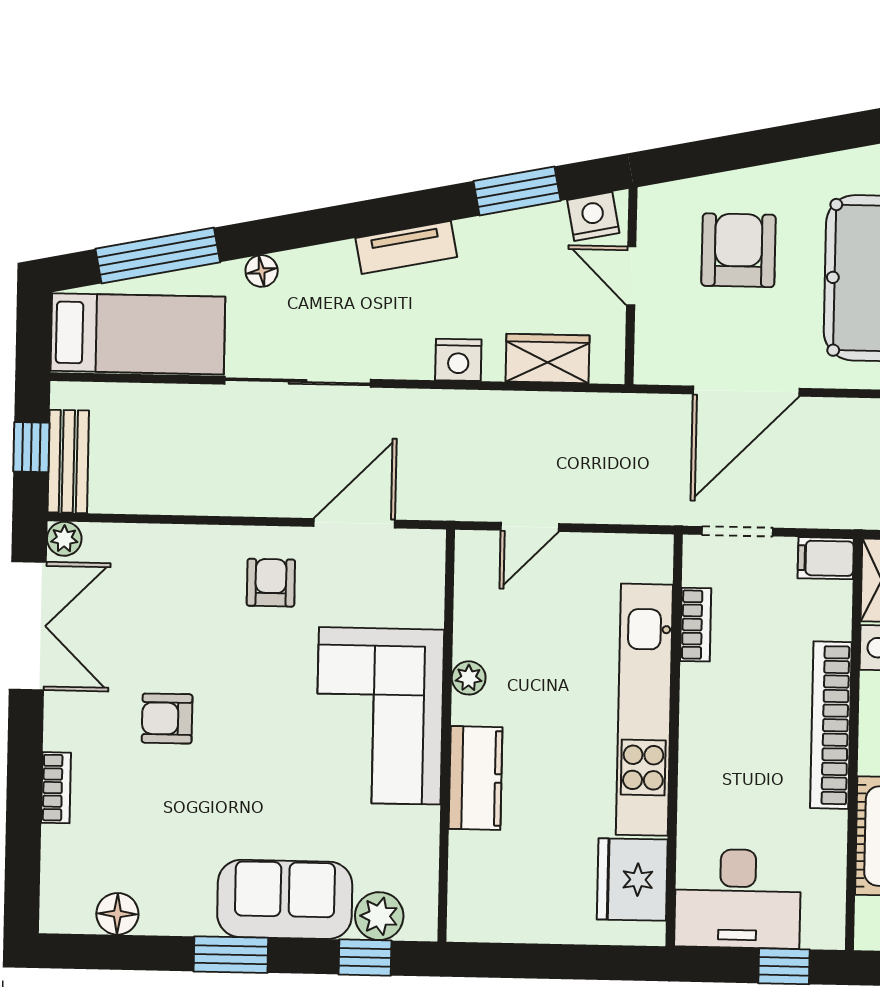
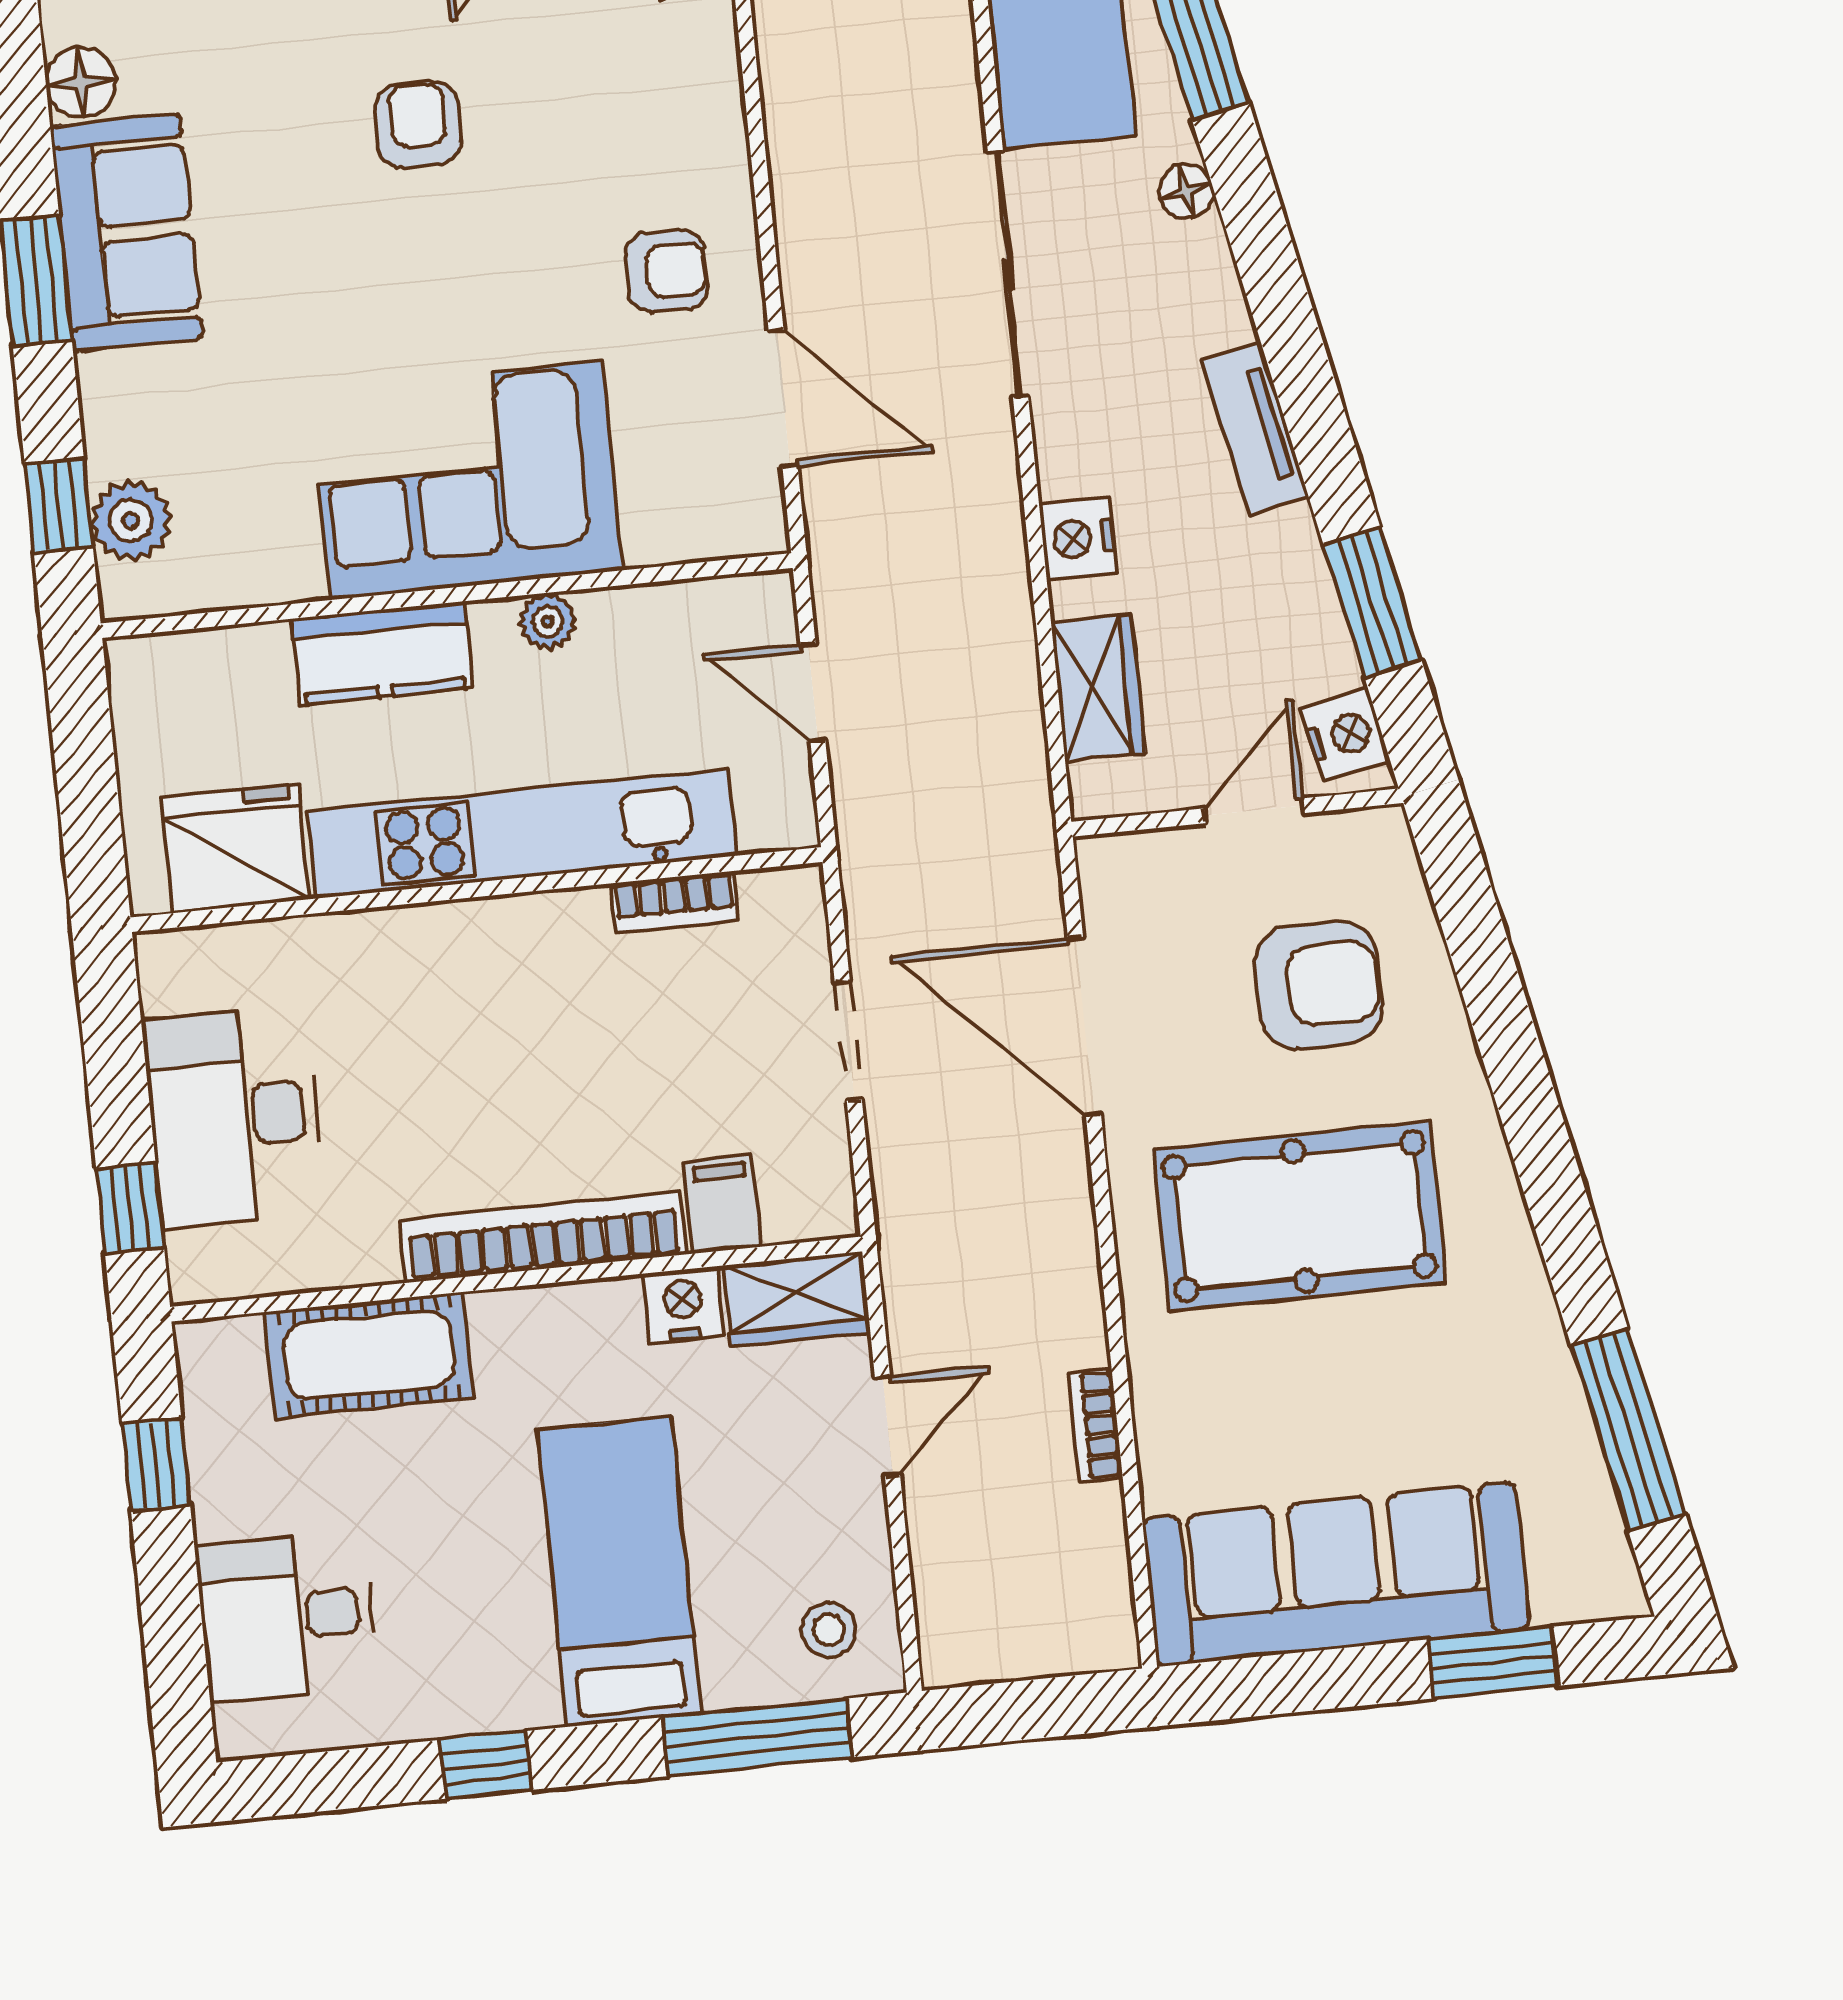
filing cabinet: (826, 558) -> (722, 1204), moved
bookcase: (696, 625) -> (675, 902), moved
kitchen unit: (644, 710) -> (522, 834), moved
wall: (674, 740) -> (477, 890), moved
fridge: (632, 880) -> (235, 848), moved
sofa: (285, 899) -> (127, 233), moved

